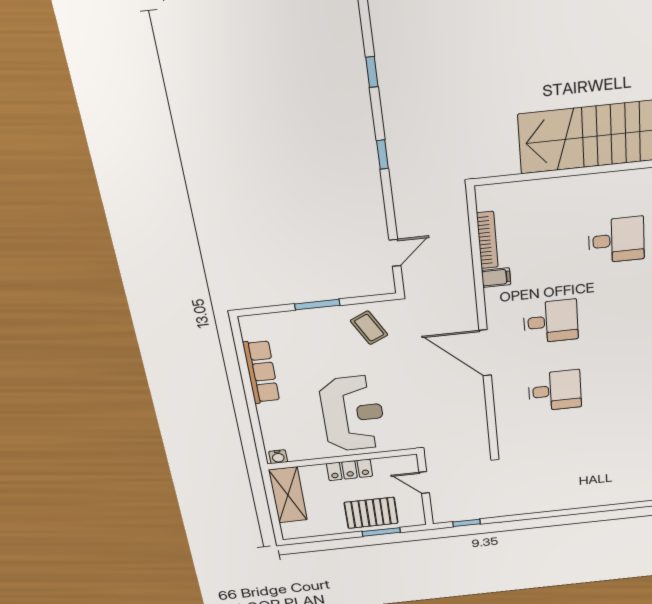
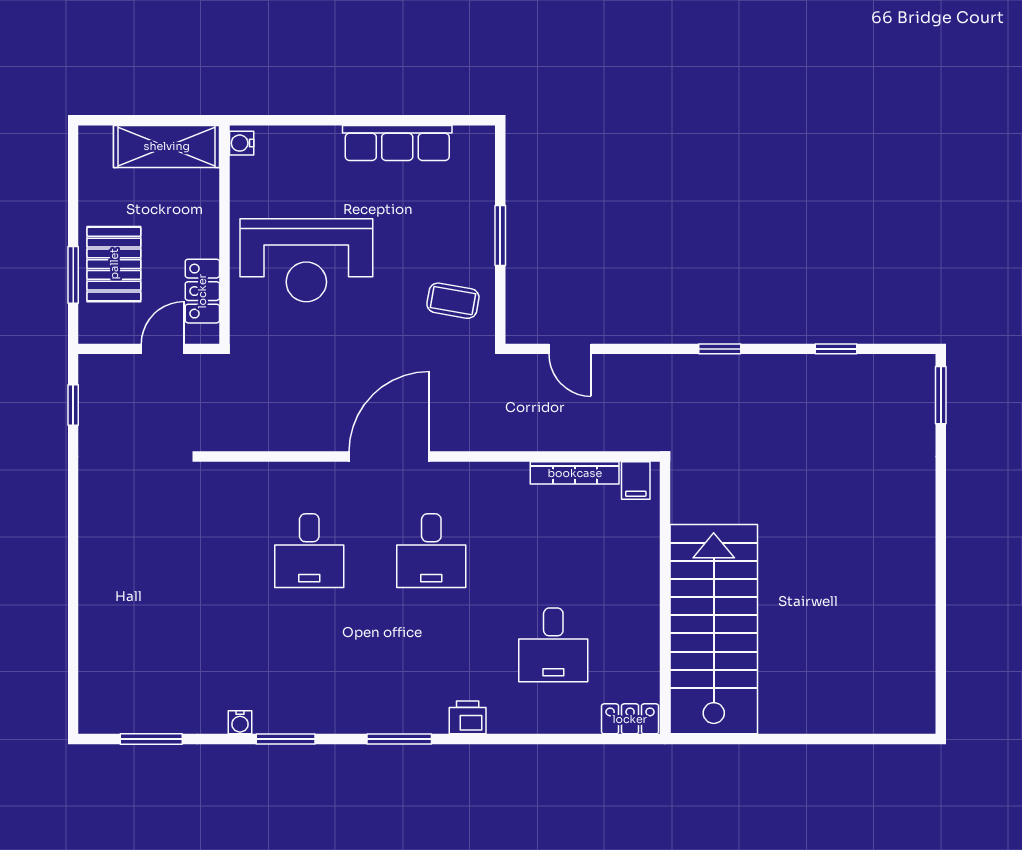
filing cabinet: (496, 278) -> (636, 480), moved
coffee table: (369, 328) -> (453, 301), turned 37
locker: (350, 470) -> (202, 291), moved

